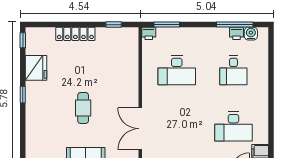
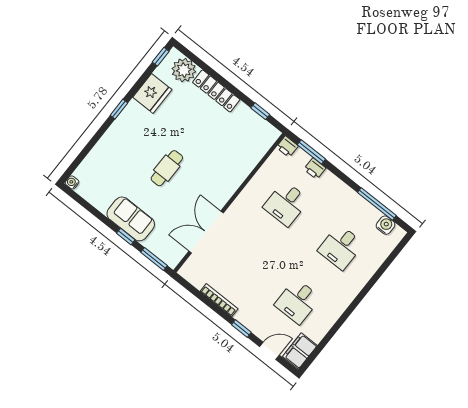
printer: (237, 33) -> (315, 169), moved
plant: (44, 37) -> (184, 70), added
desk: (177, 70) -> (286, 204), width x0.73
desk: (233, 127) -> (298, 301), width x0.73

